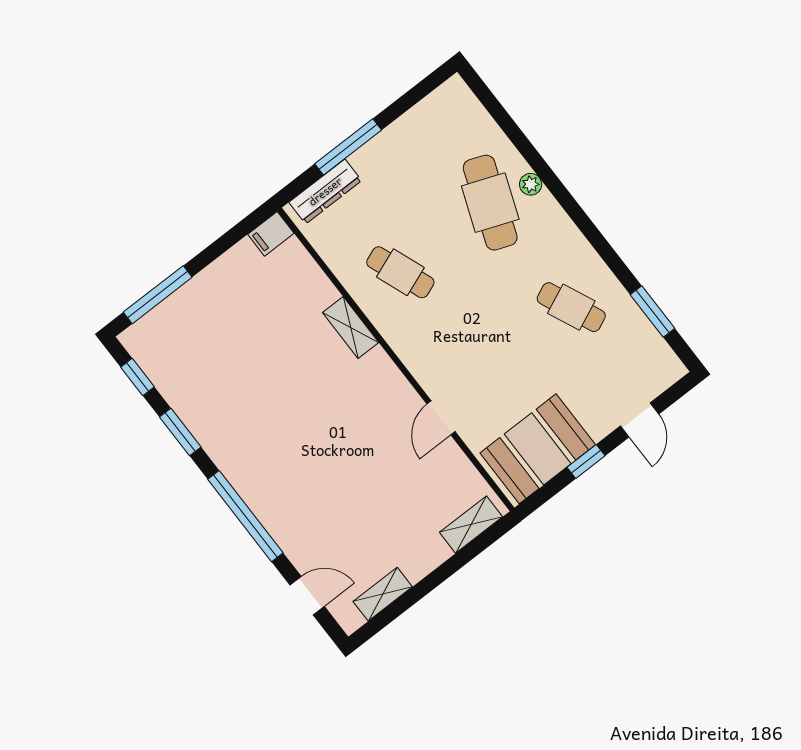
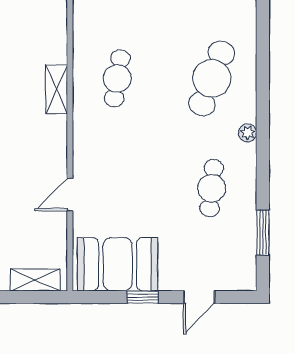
plant: (531, 184) -> (248, 133), moved
cafe table: (400, 272) -> (117, 78), turned 30
cafe table: (571, 307) -> (212, 188), turned 30

